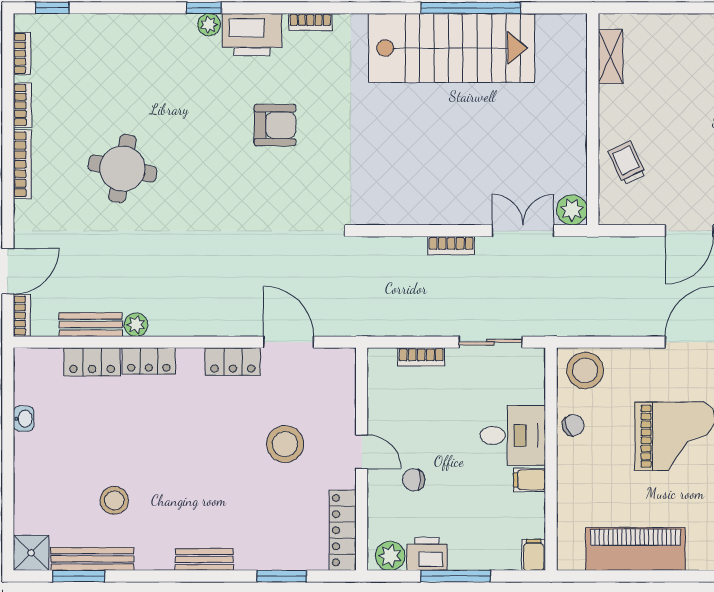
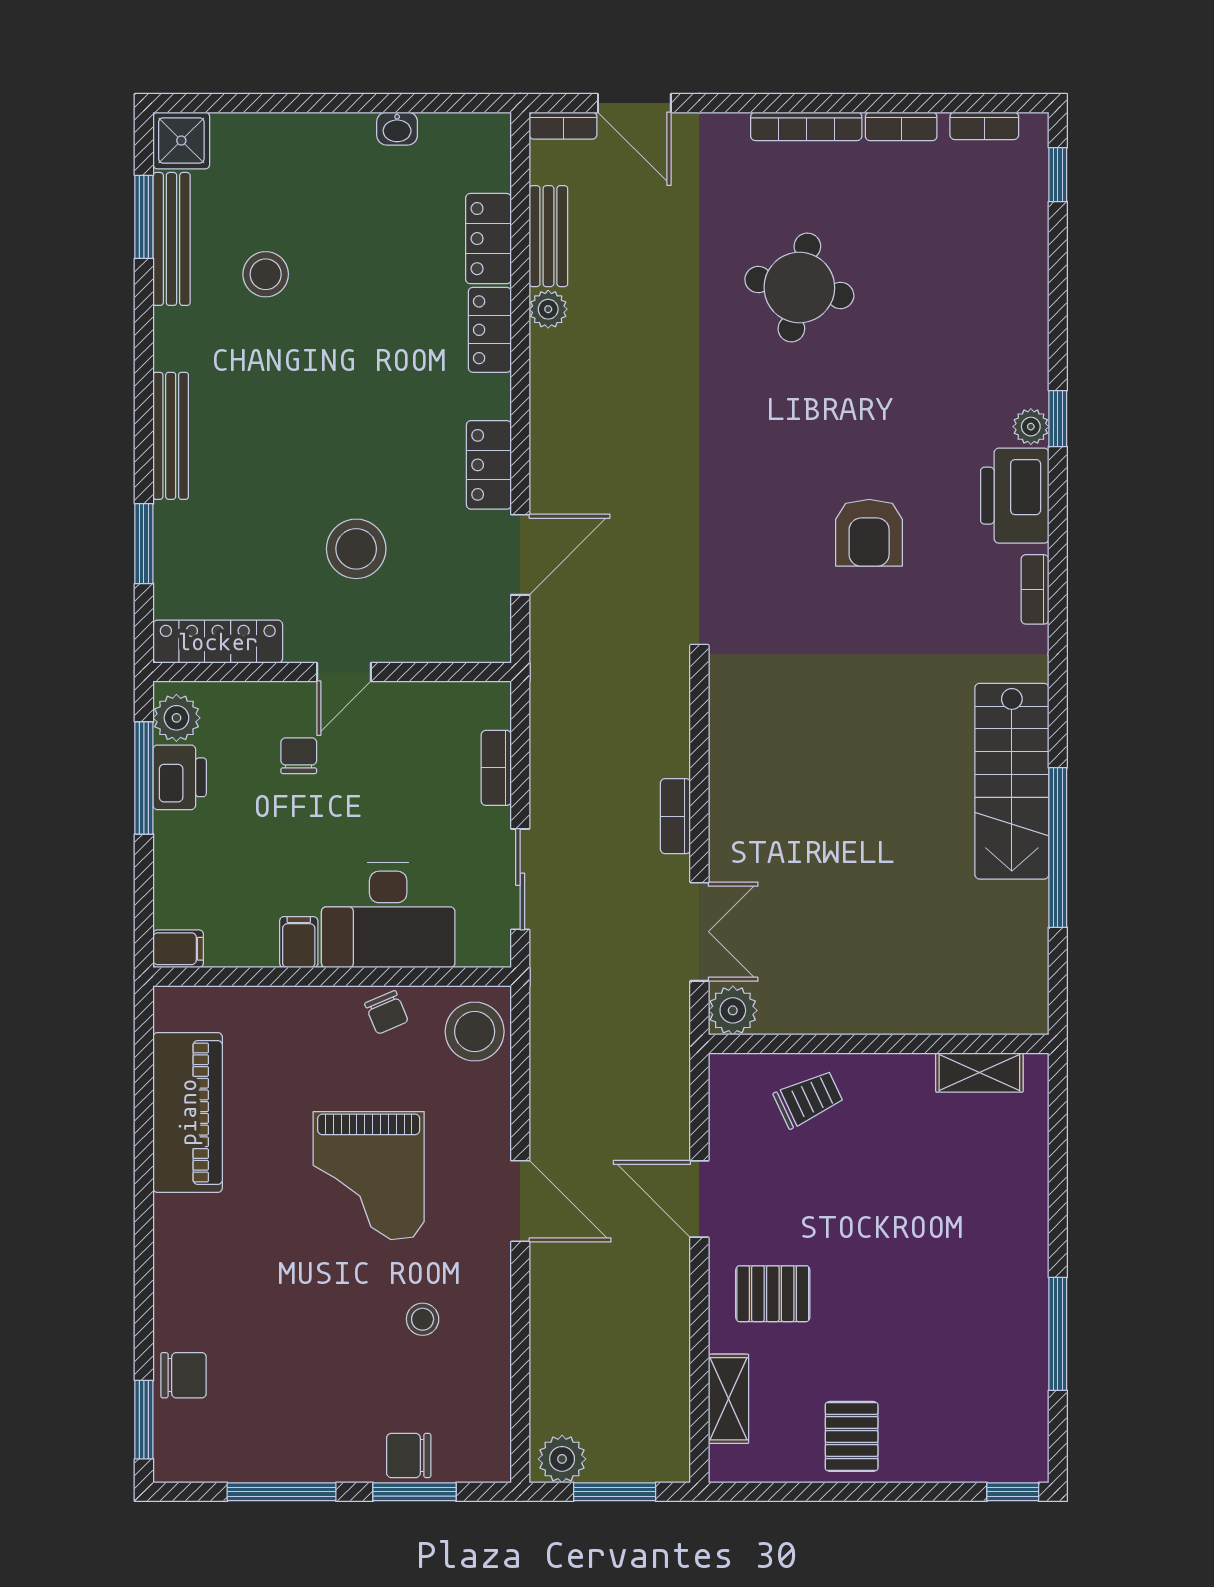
stairs: (452, 48) -> (1012, 781), width x0.73, depth x0.66
desk: (513, 435) -> (388, 915), width x1.37
bench: (204, 559) -> (171, 436), width x1.36
window: (456, 576) -> (144, 778), moved

